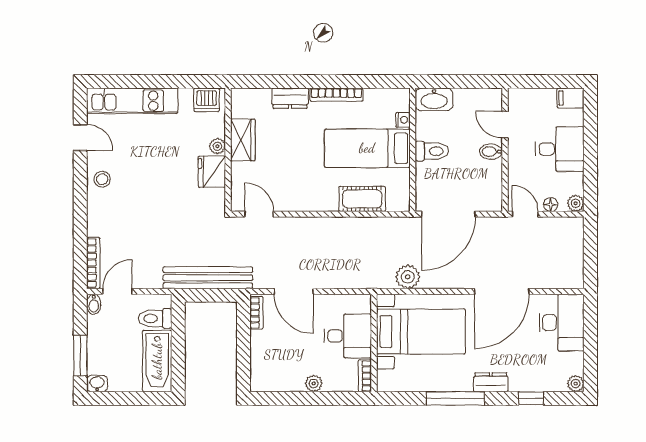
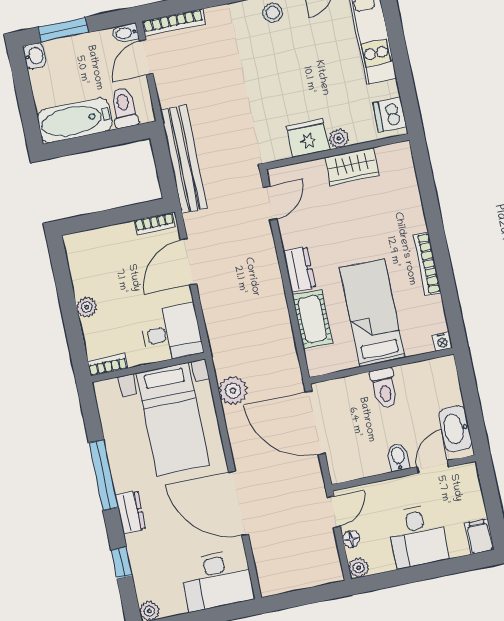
dresser: (290, 98) -> (299, 270), moved, turned 180
washbasin: (434, 99) -> (455, 429), moved
nightstand: (403, 120) -> (442, 342), moved
door: (117, 291) -> (146, 57), swing flipped
desk: (348, 336) -> (172, 333), moved, turned -90

